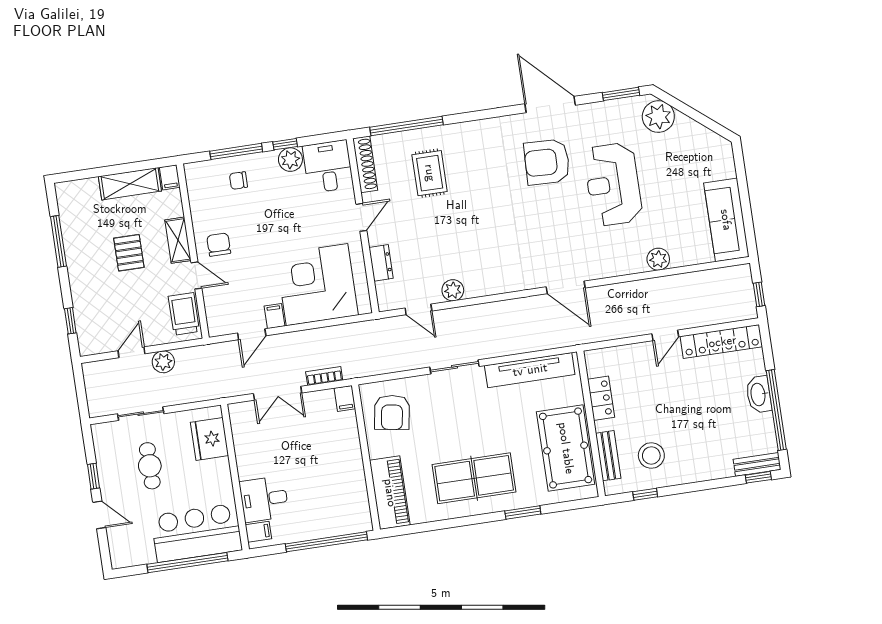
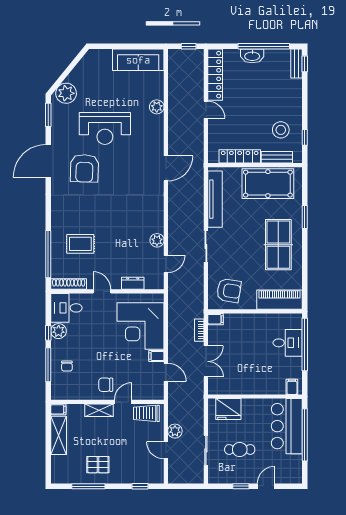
pallet: (129, 253) -> (98, 465), moved
locker: (601, 398) -> (240, 156), width x1.53
desk: (264, 499) -> (288, 343), moved, turned -90

